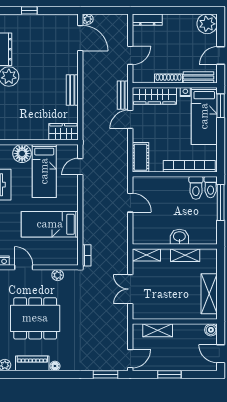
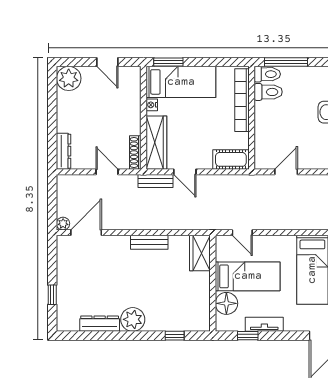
bench: (198, 77) -> (134, 89), removed
shoe rack: (168, 79) -> (135, 152), moved

